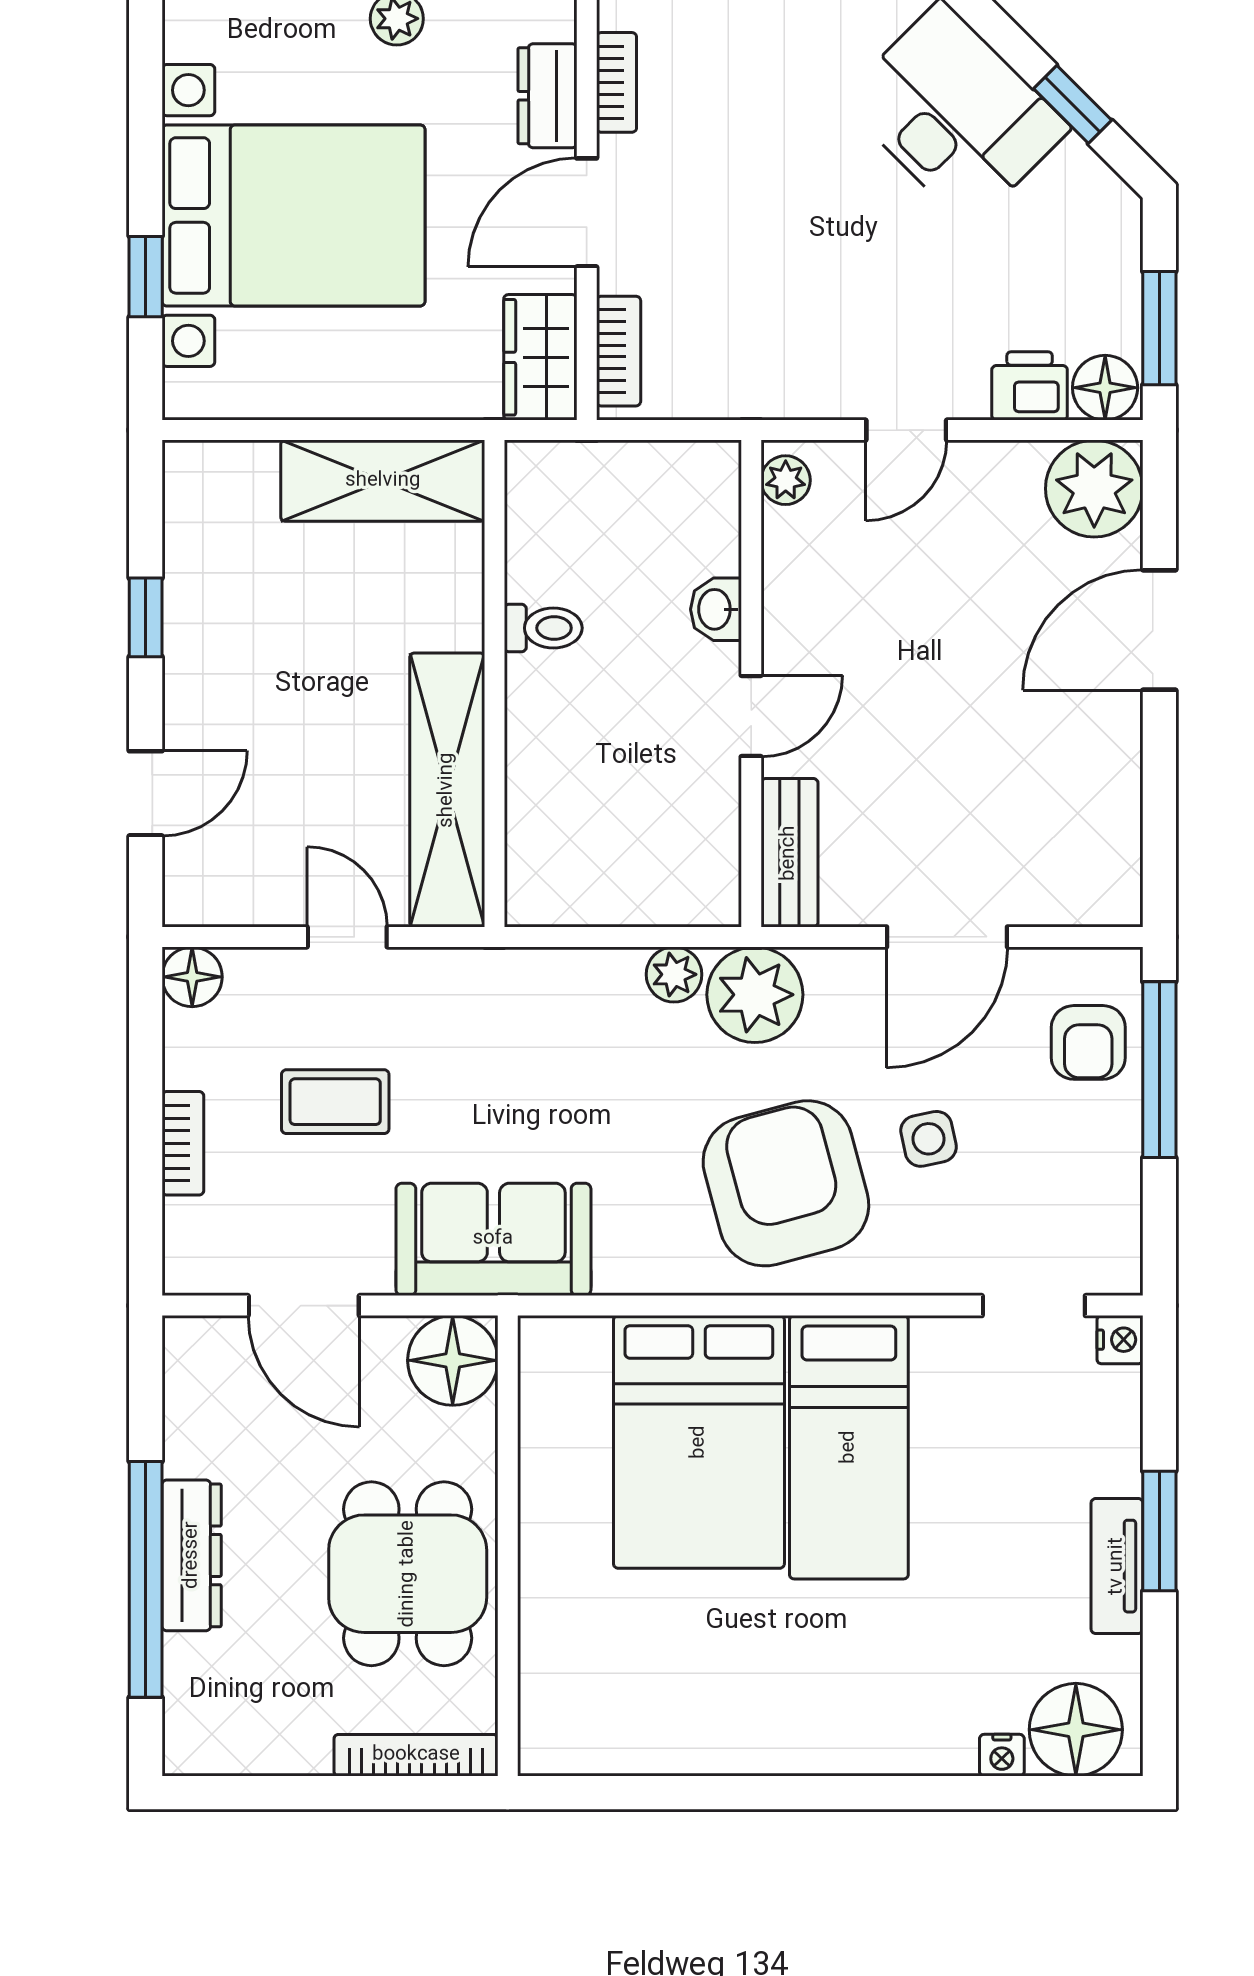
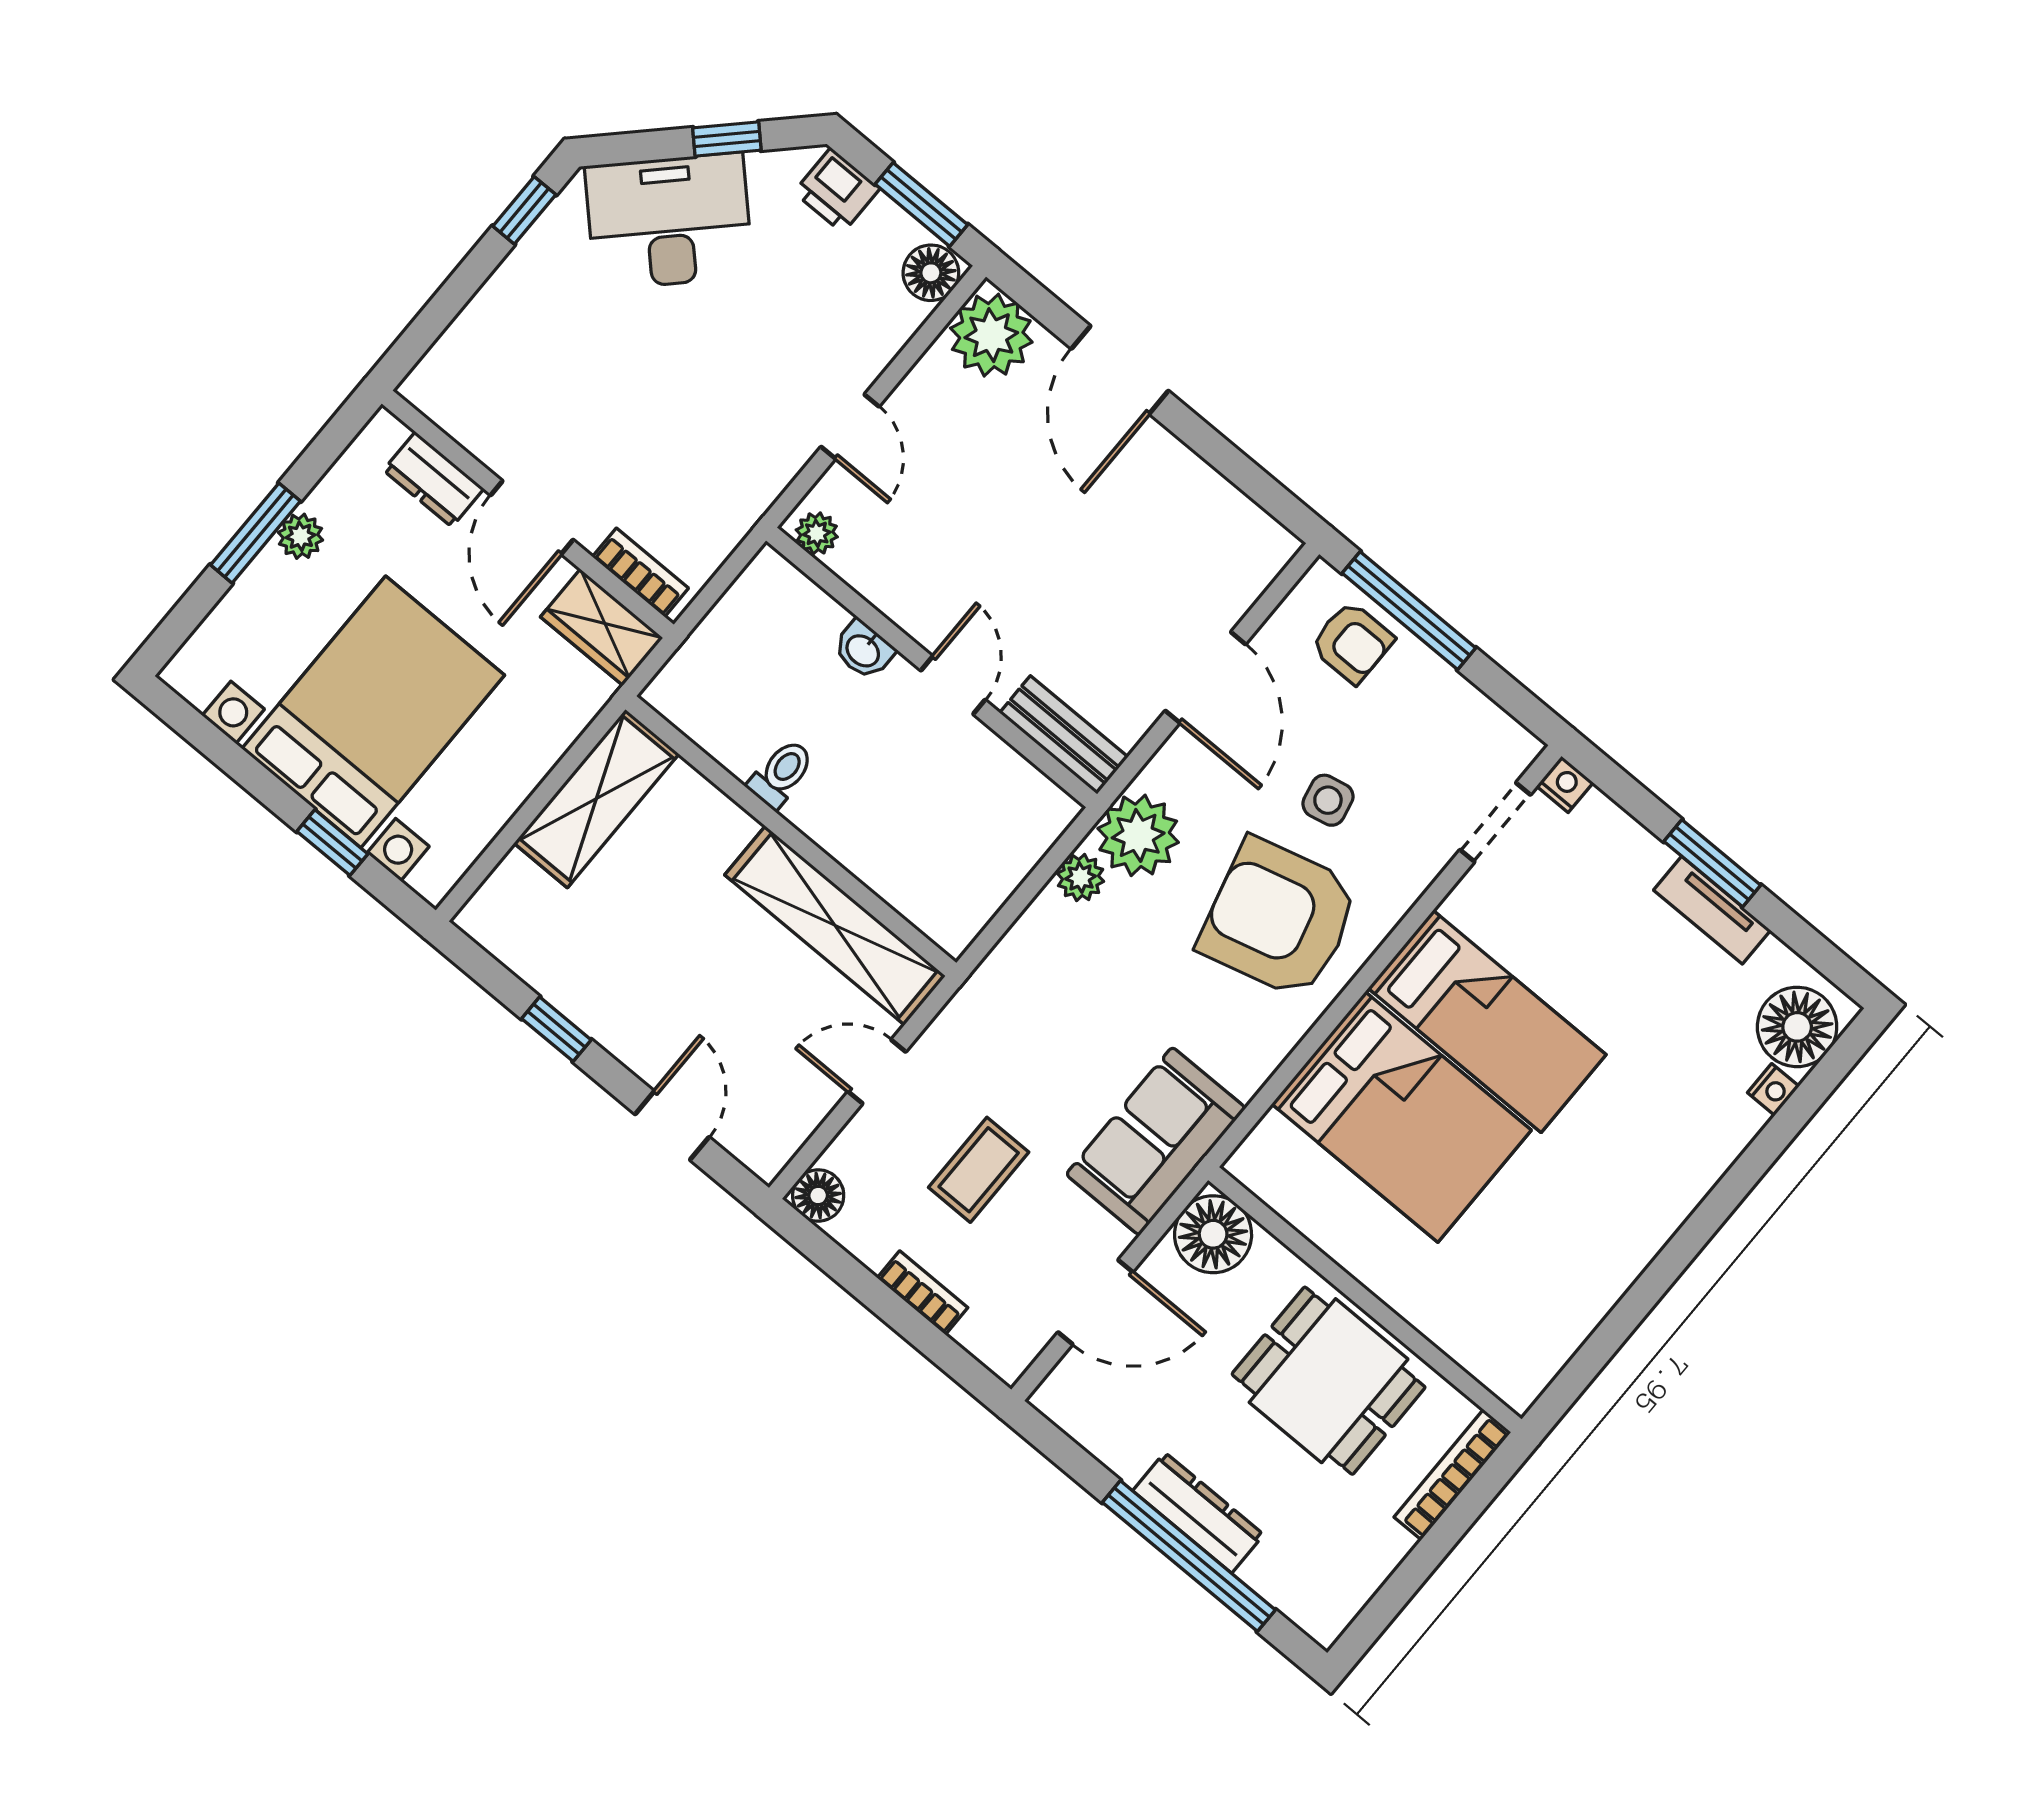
bookcase: (617, 82) -> (463, 427), removed
printer: (1030, 386) -> (837, 190), moved, turned -90

